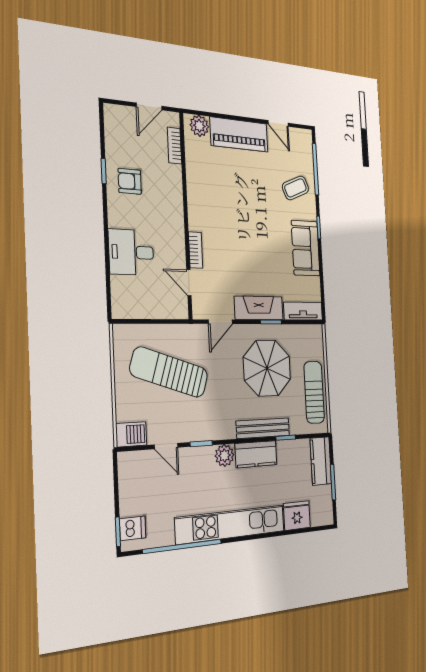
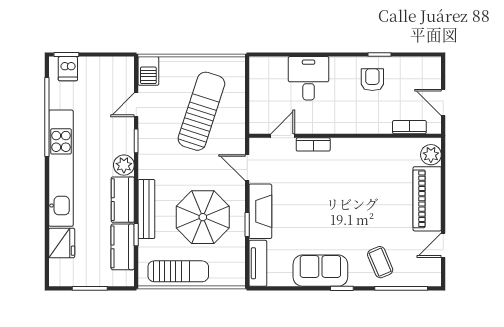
kitchen counter: (321, 461) -> (123, 247), moved, turned -90

